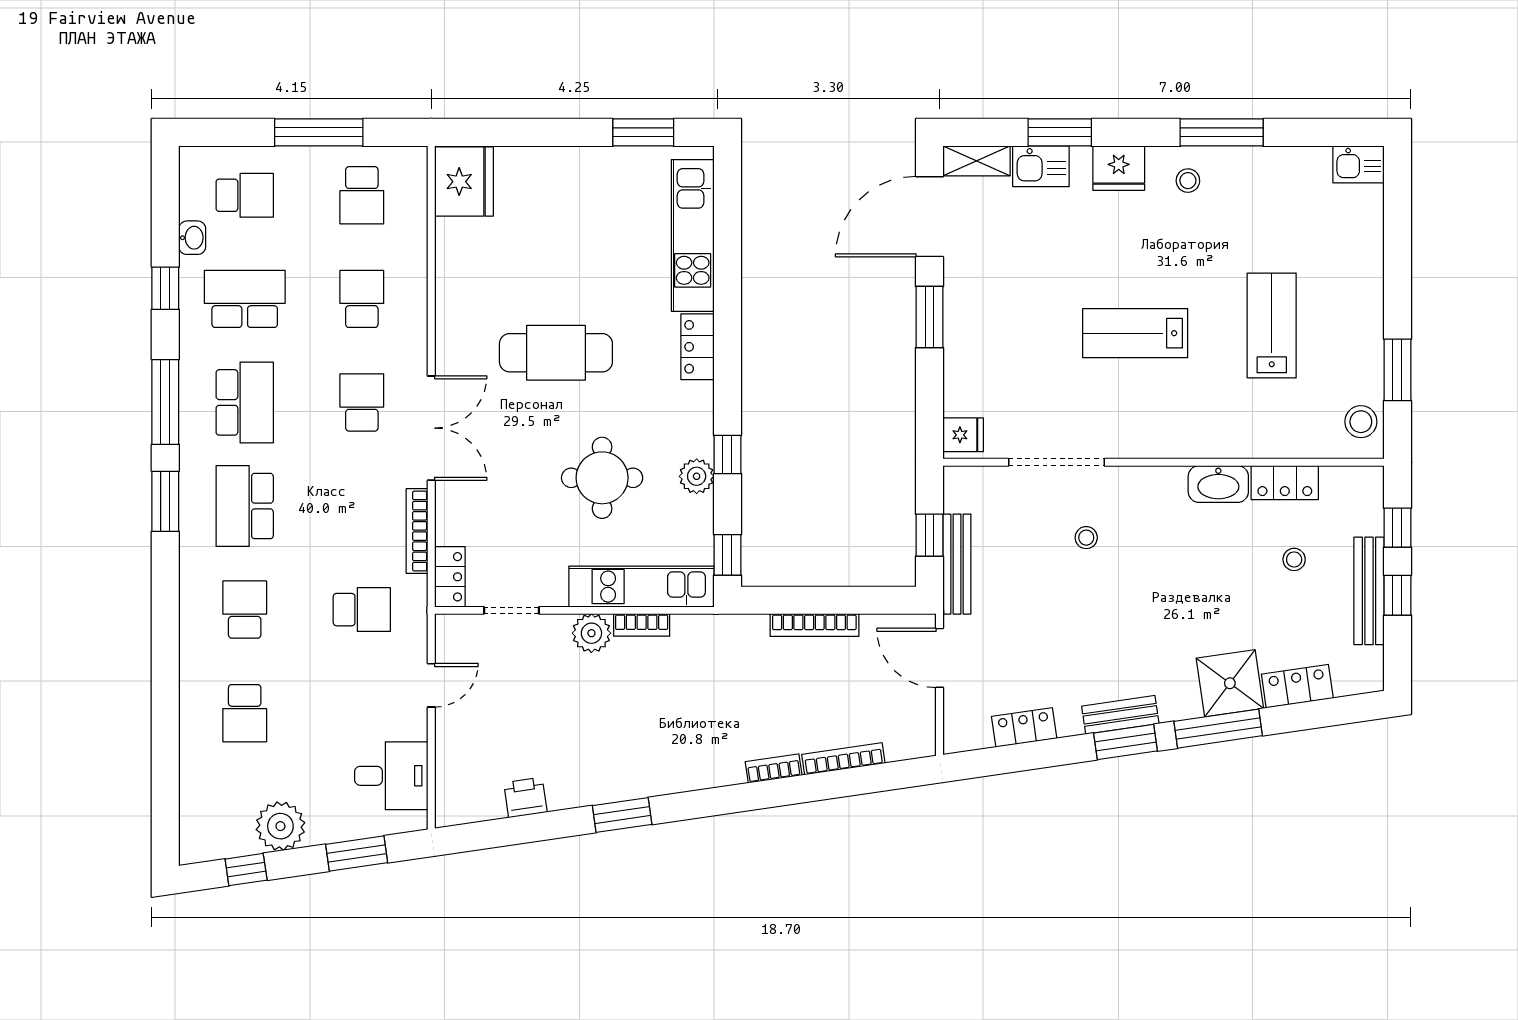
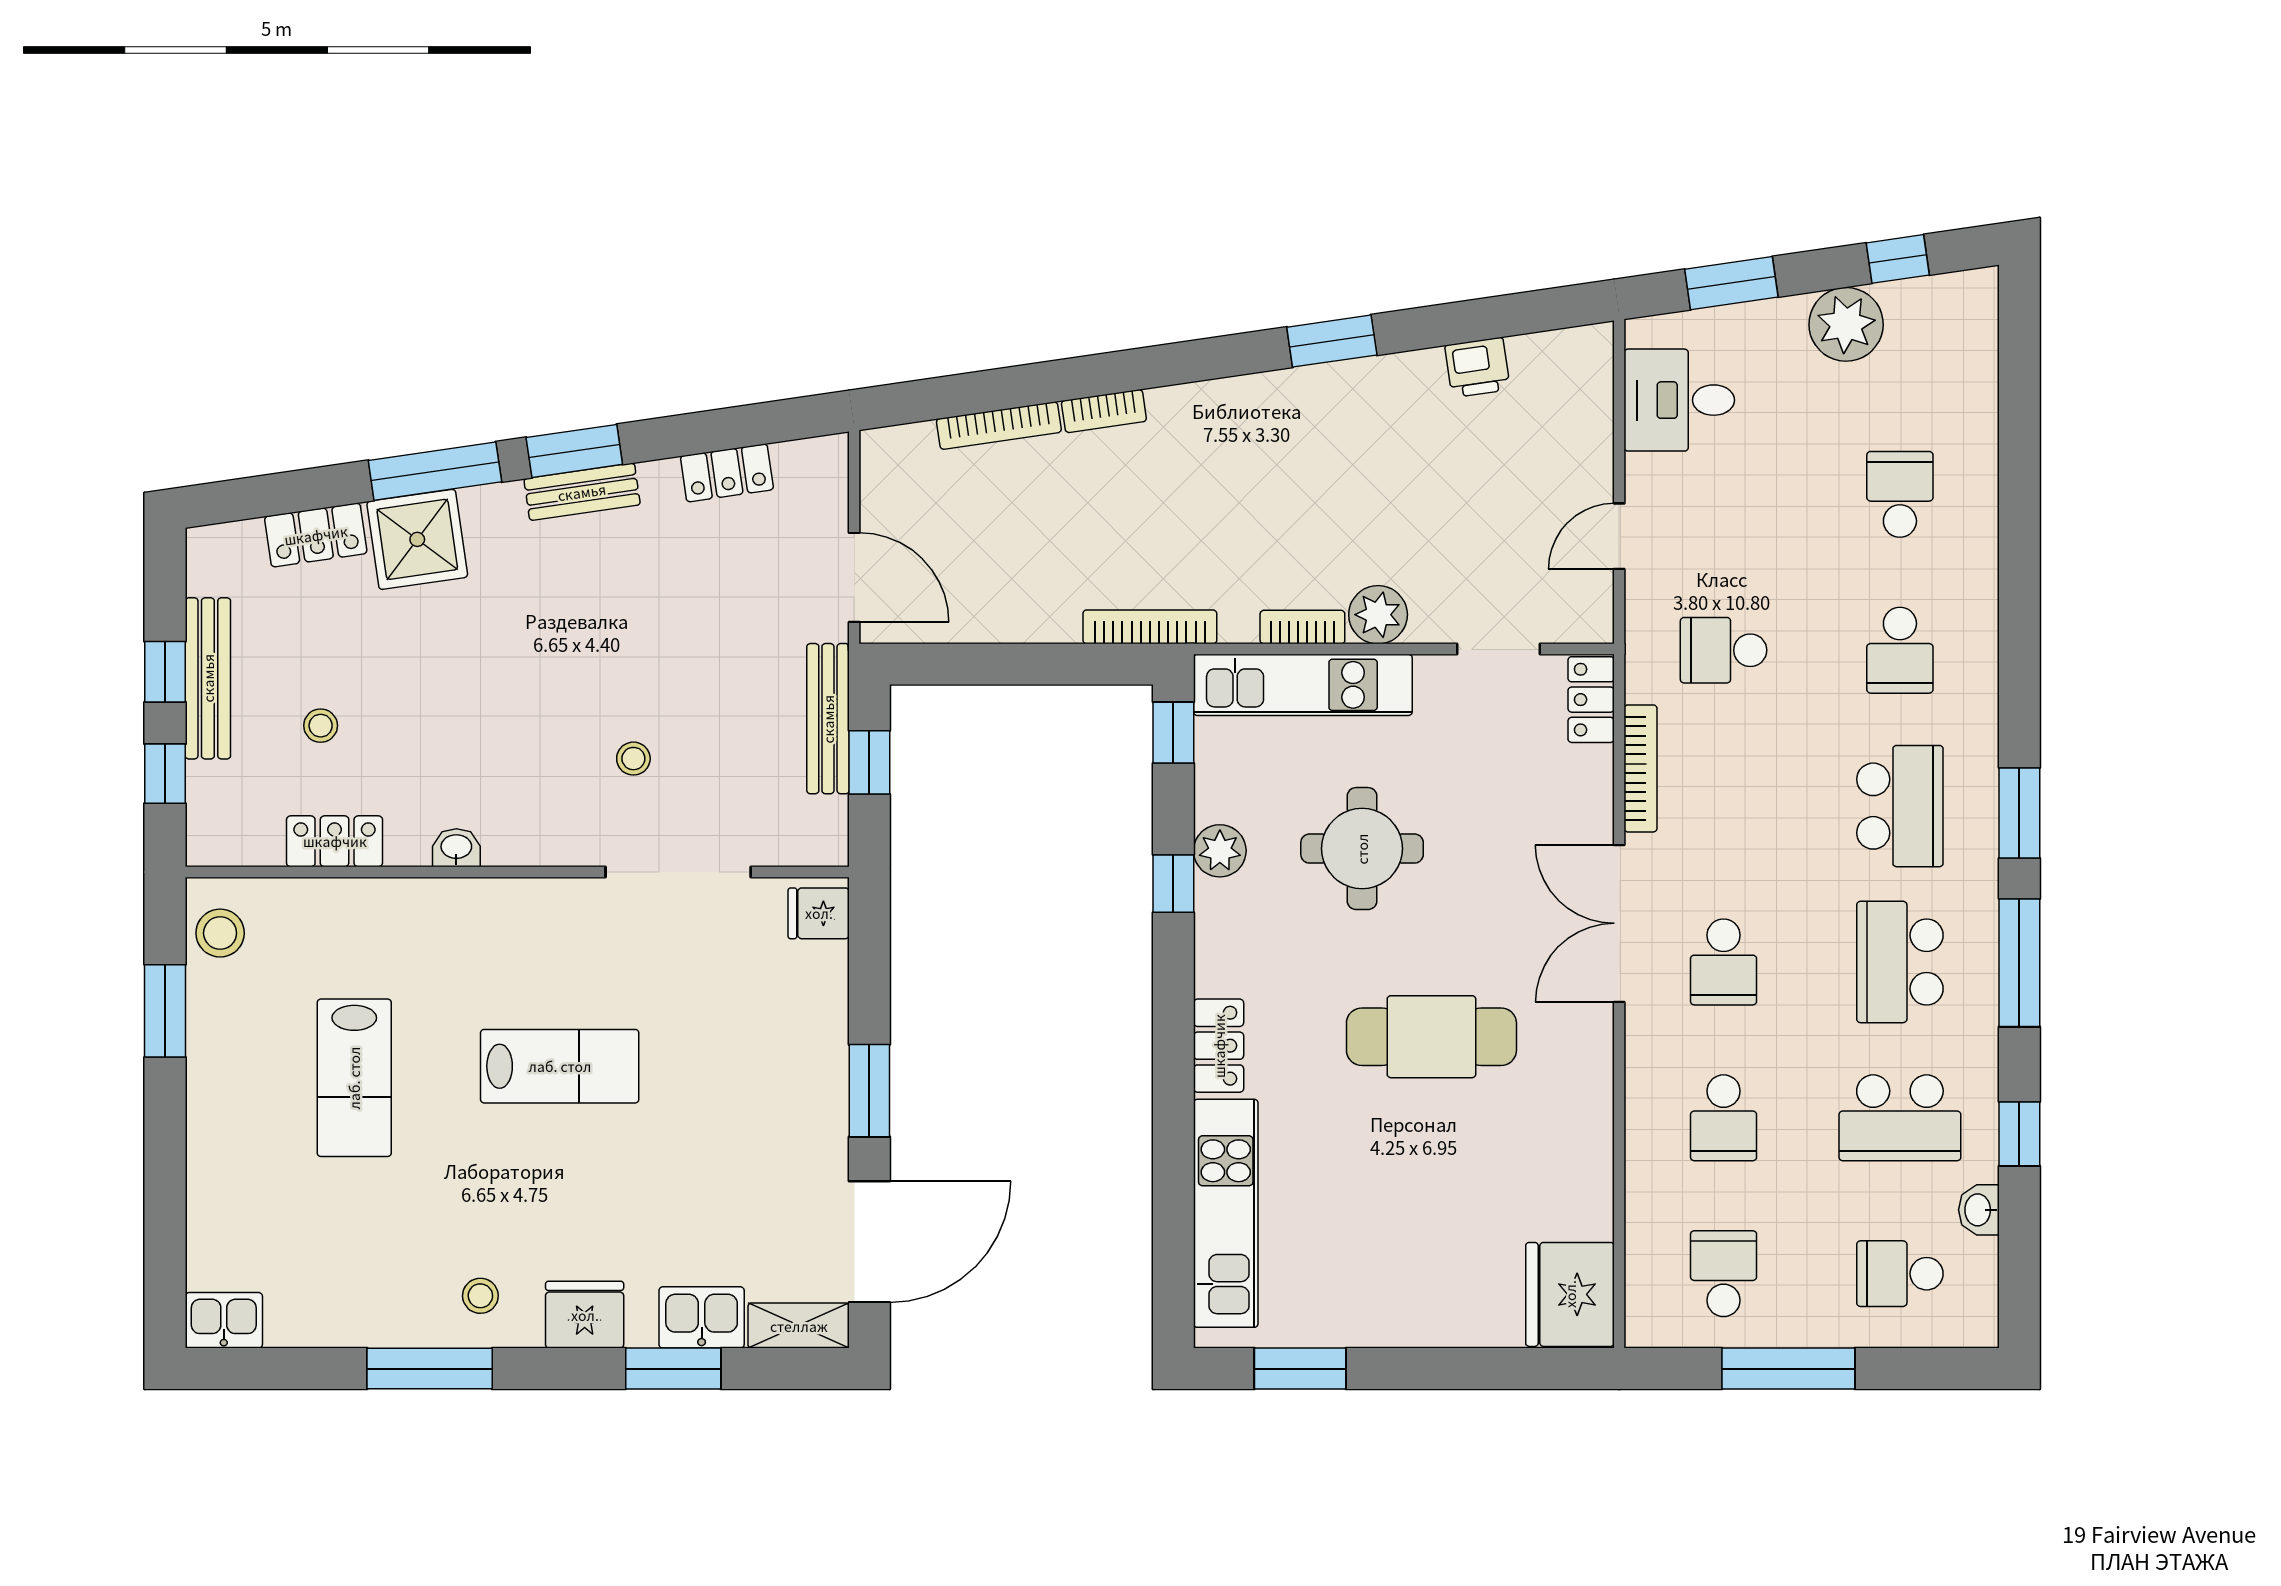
washbasin: (1218, 484) -> (456, 848), width x0.52, depth x0.69
bookcase: (814, 625) -> (1150, 627), moved

